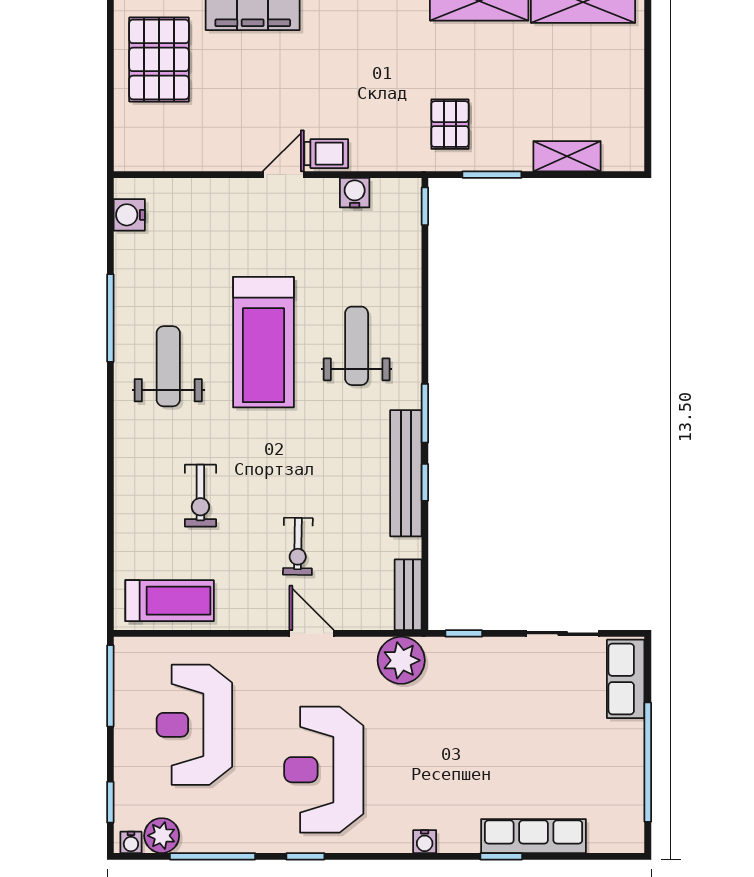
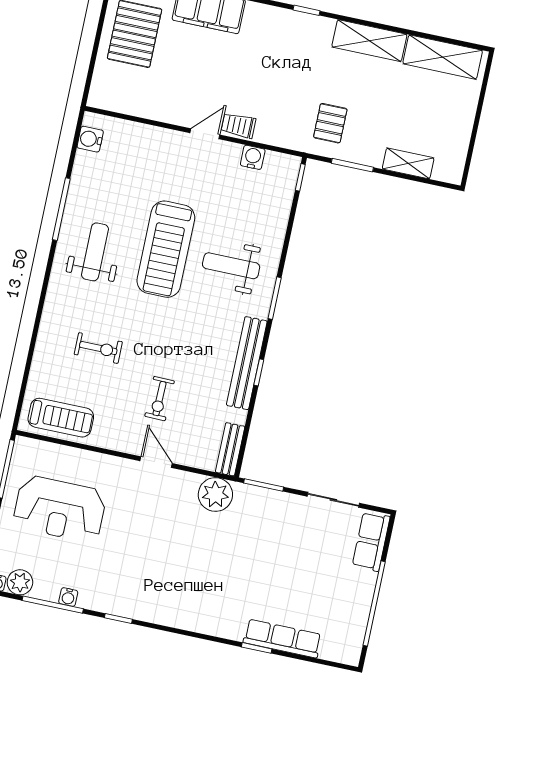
trolley: (326, 154) -> (238, 125), turned 180
weight bench: (357, 346) -> (231, 266), turned -90
window: (425, 413) -> (275, 298), moved
exercise bike: (200, 496) -> (98, 348), turned -90
window: (464, 633) -> (264, 485), width x1.50
reception desk: (194, 725) -> (60, 509), turned -90
reception desk: (324, 770) -> (144, 560), removed
water cooler: (425, 842) -> (68, 597), moved

